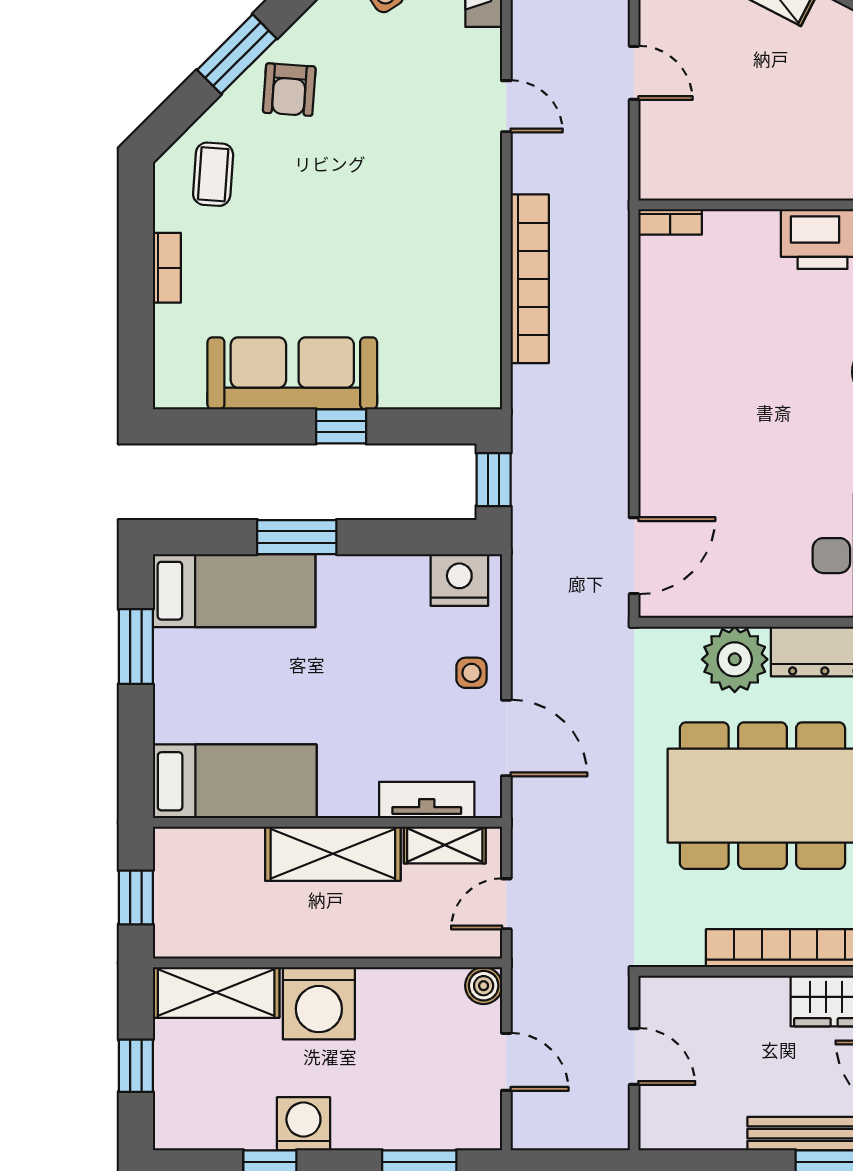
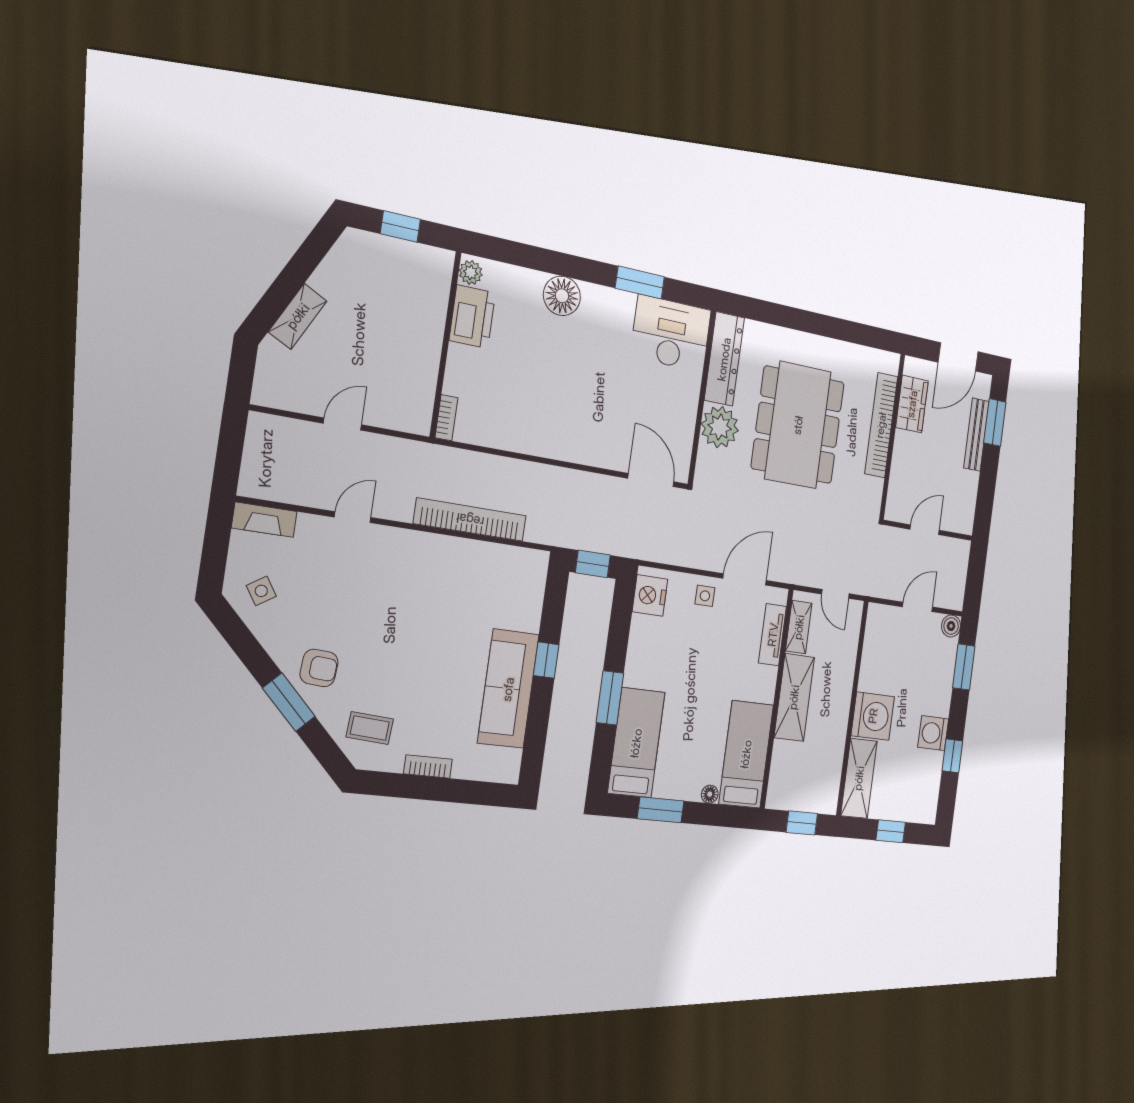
floor lamp: (167, 727) -> (710, 794), added
boiler: (484, 986) -> (951, 626), moved

